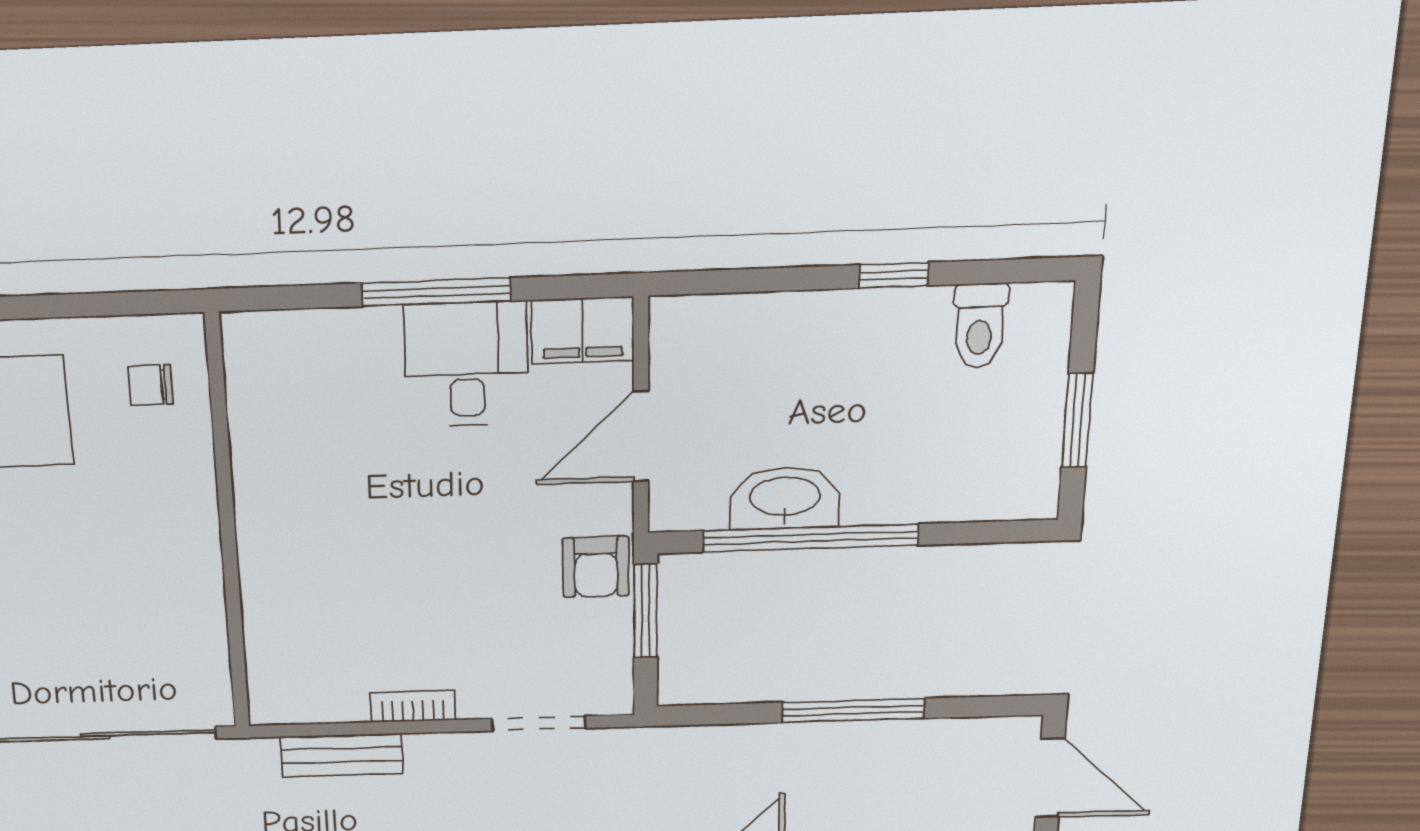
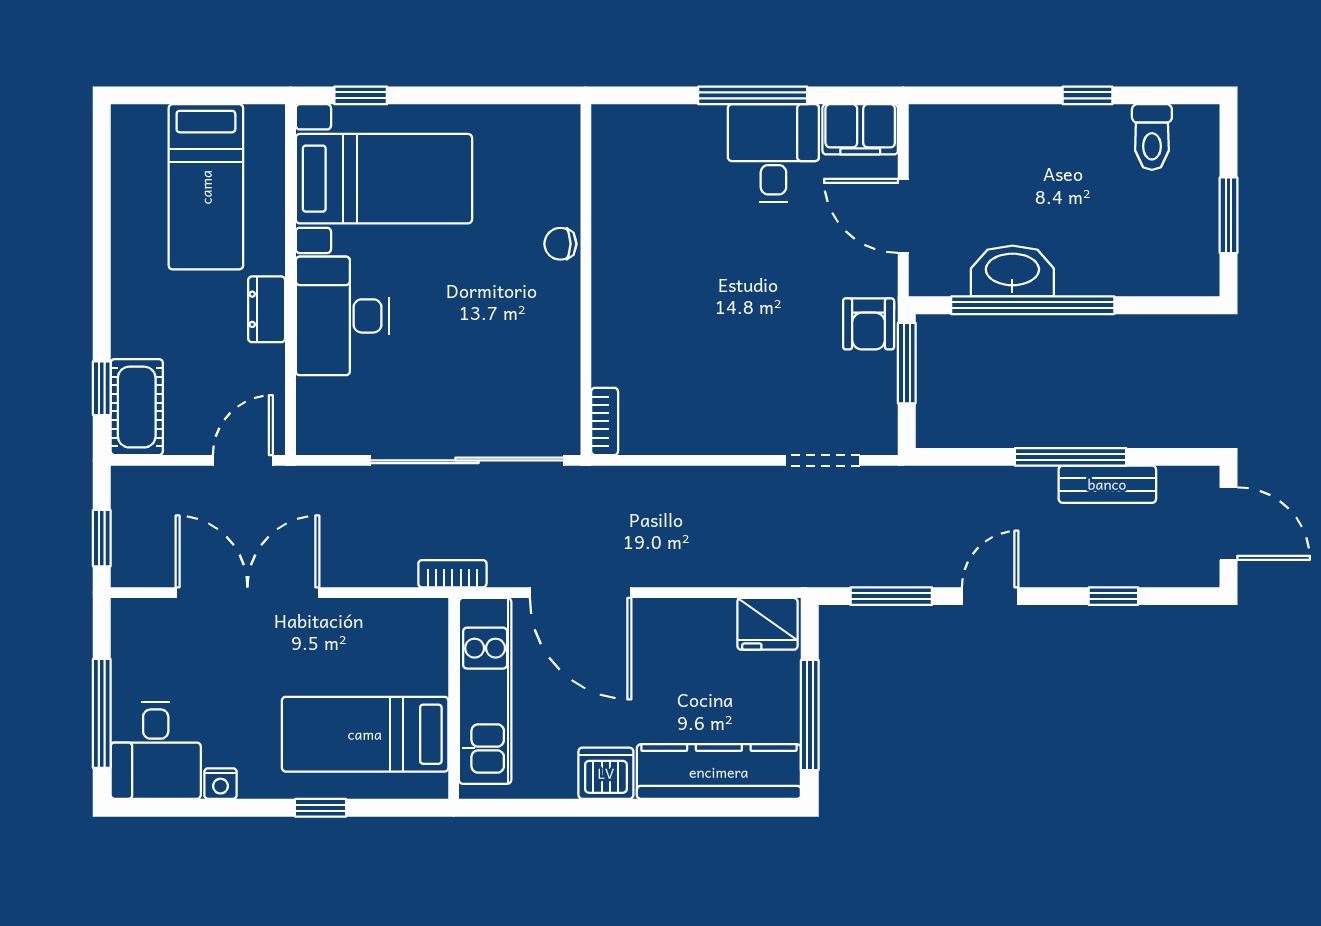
chair: (151, 385) -> (560, 244), moved
door: (641, 436) -> (903, 216), hinge flipped
bookcase: (413, 706) -> (605, 421), moved, turned 90
bench: (342, 755) -> (1107, 484), moved

